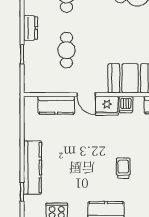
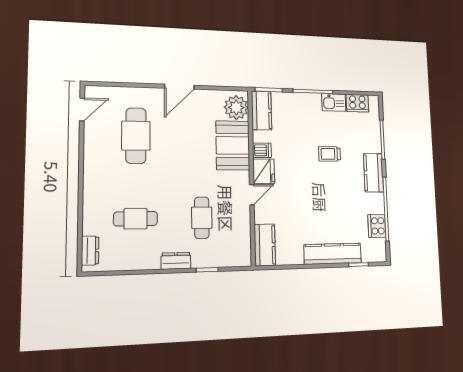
cafe table: (66, 50) -> (202, 218), turned 90
kitchen counter: (56, 105) -> (265, 245), moved

